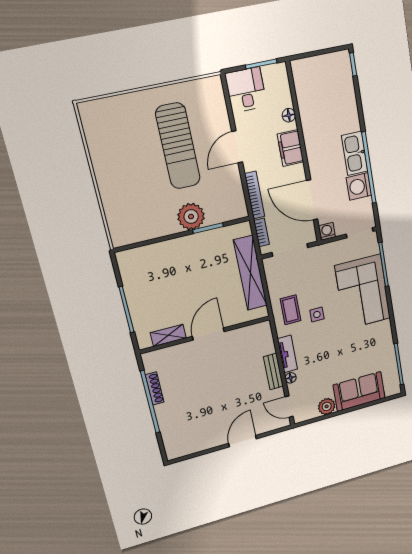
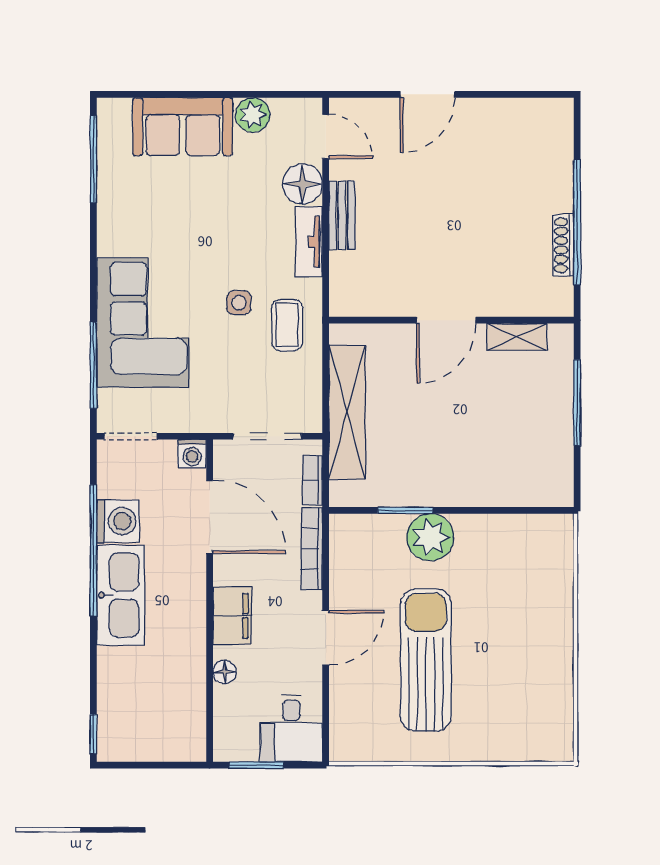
kitchen sink: (355, 153) -> (121, 595), width x1.36, depth x1.24
floor lamp: (291, 378) -> (302, 184), width x1.89, depth x1.89

